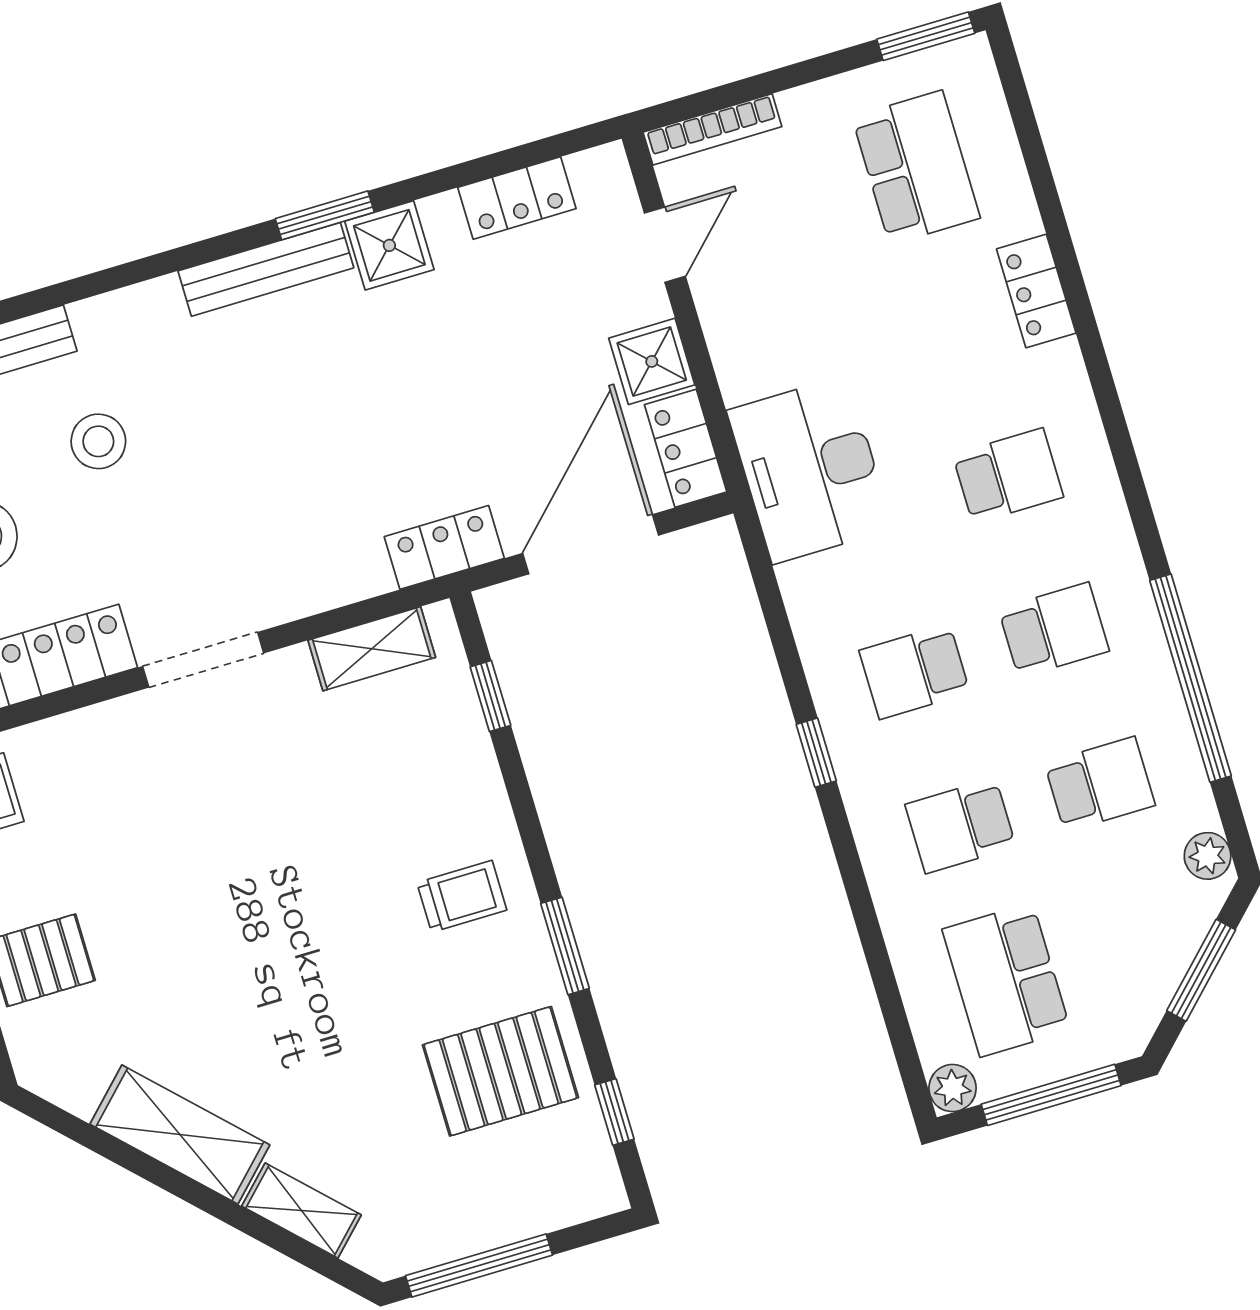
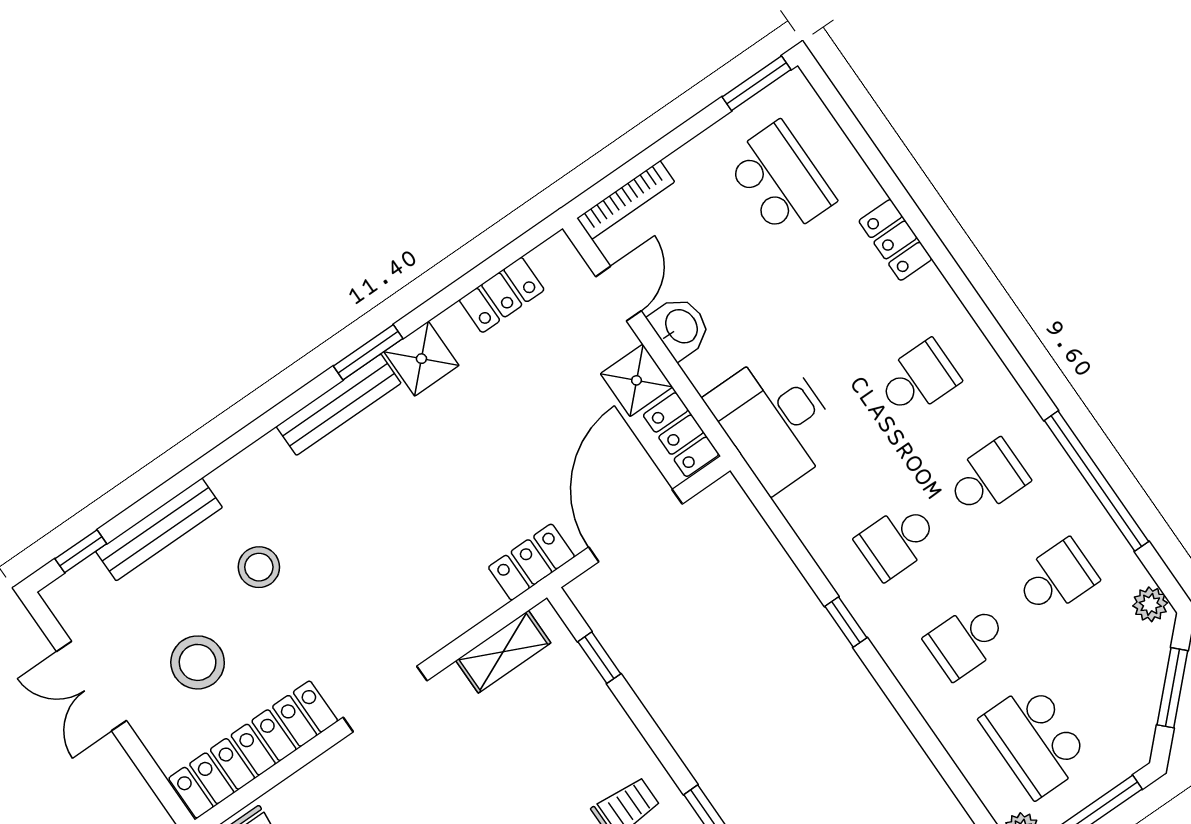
washbasin: (729, 312) -> (680, 327), added

